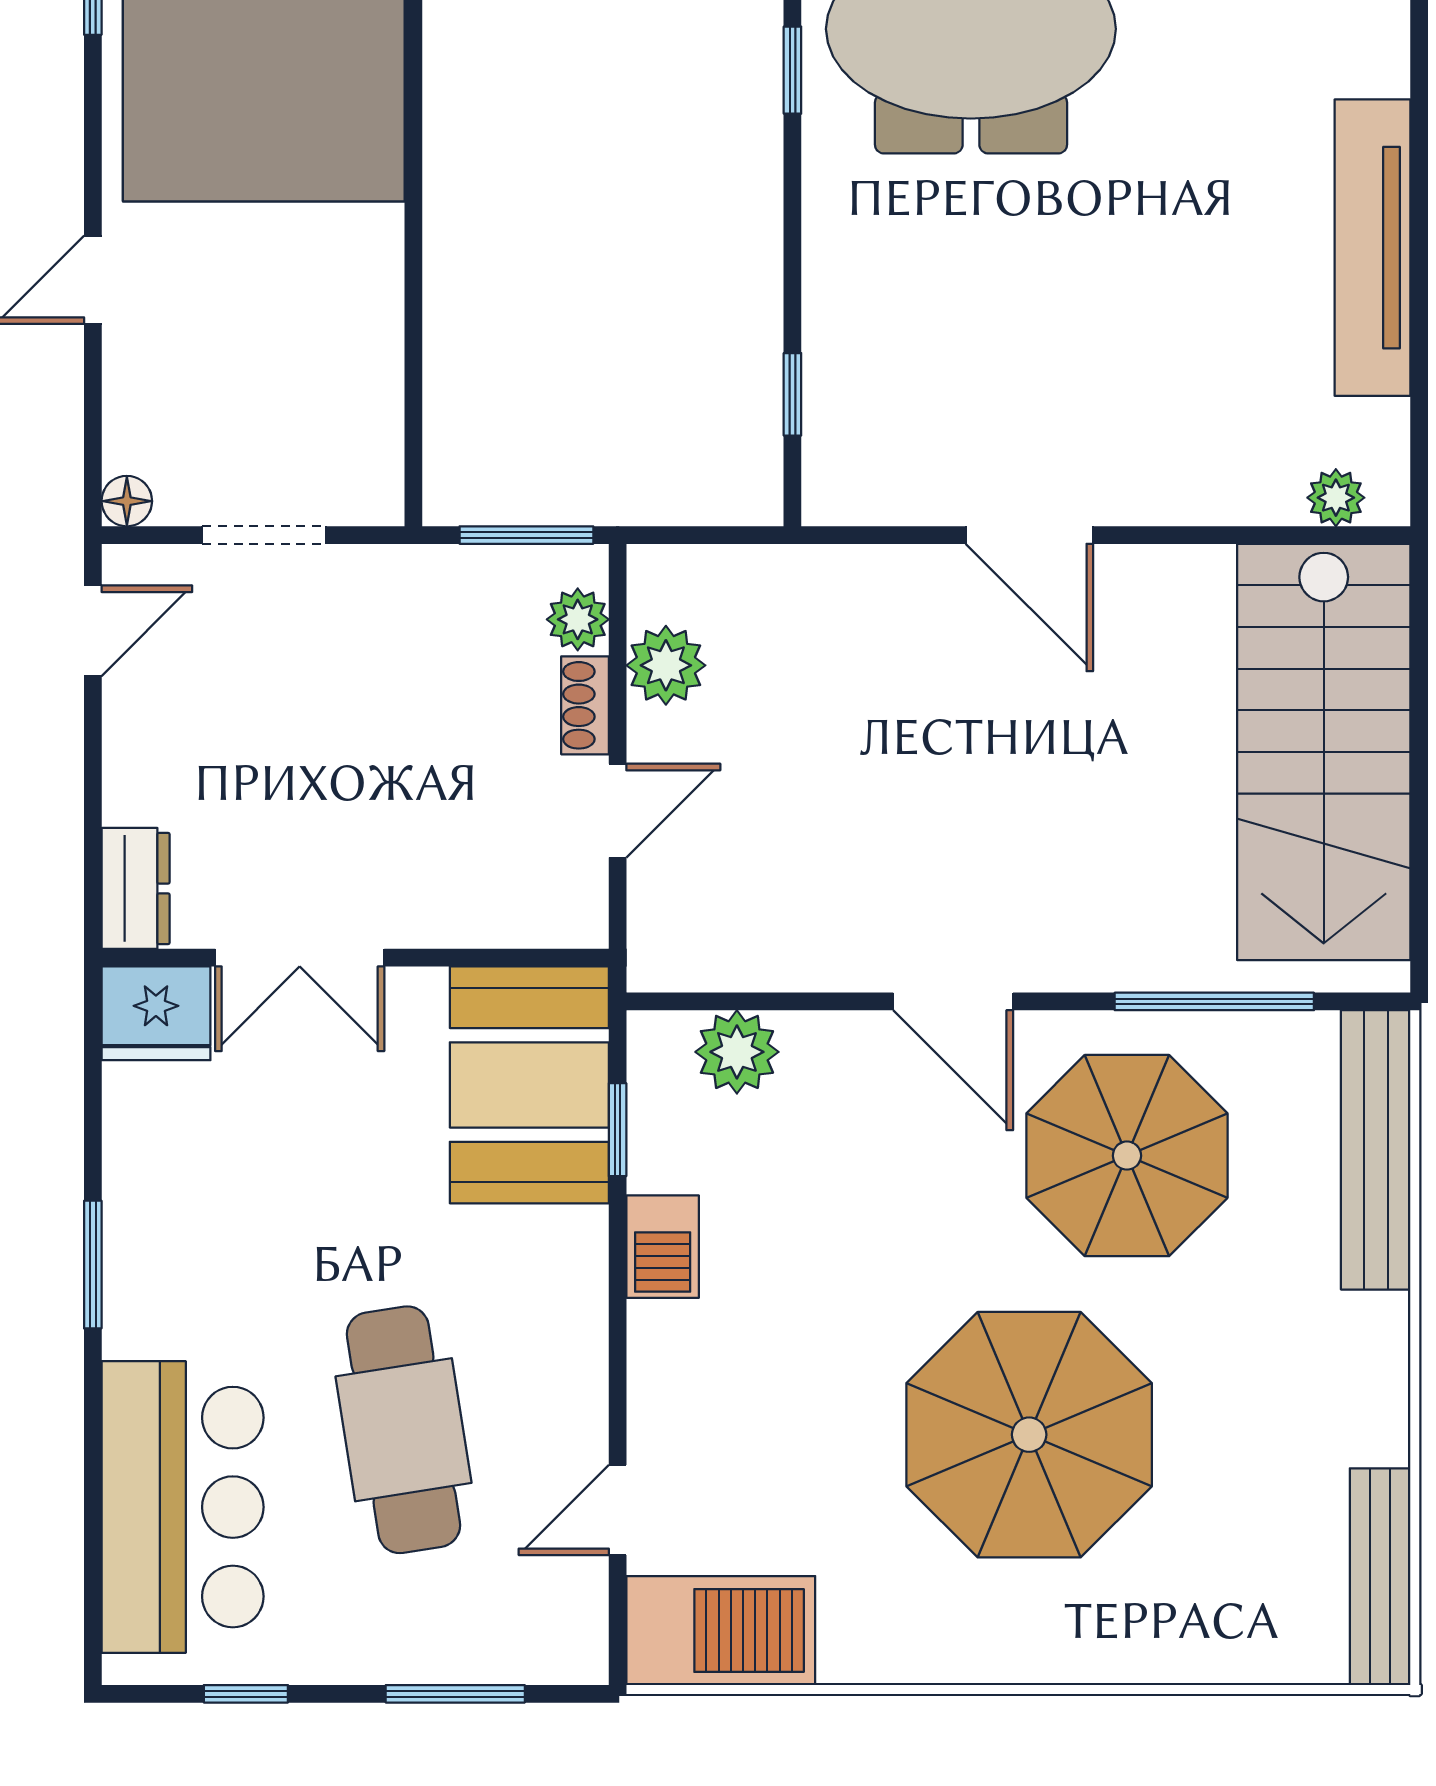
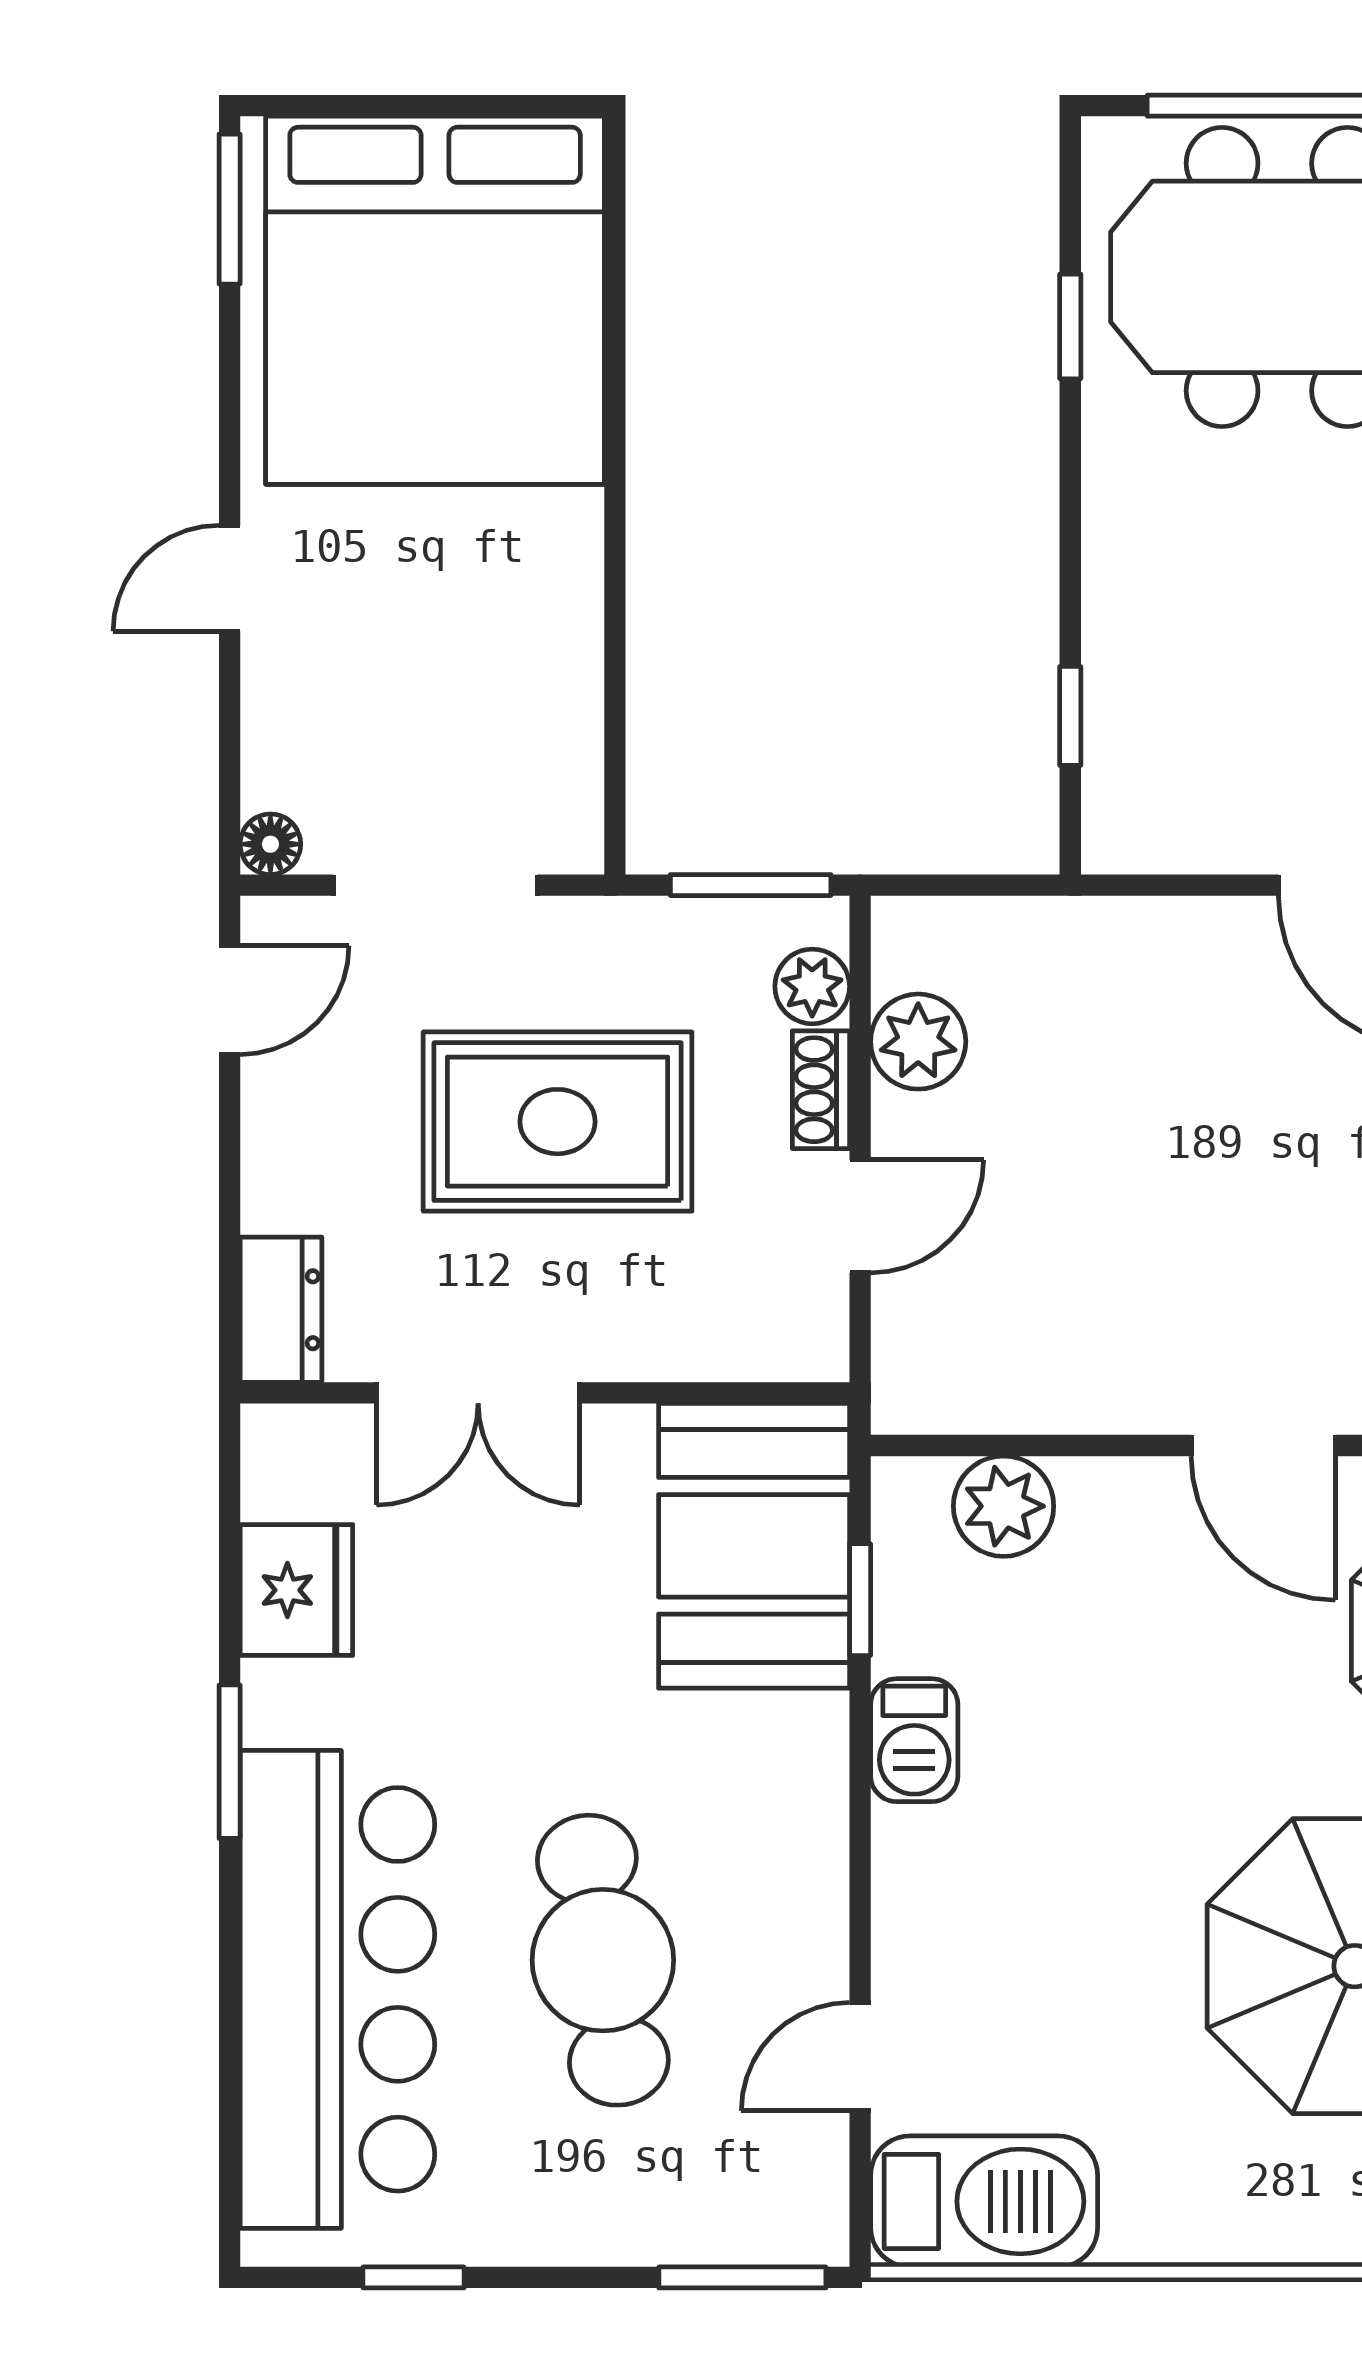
doorway: (264, 535) -> (435, 885), width x1.38
rug: (366, 732) -> (558, 1122), added
fridge: (156, 1013) -> (296, 1590), moved, turned -90
bar counter: (183, 1507) -> (337, 1989), width x1.36
window: (455, 1694) -> (742, 2277), moved

